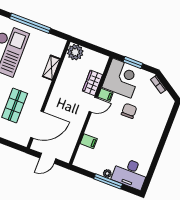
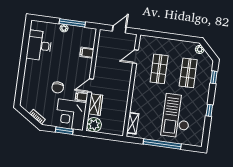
plant: (75, 52) -> (94, 125), moved
shelving: (51, 68) -> (133, 123), moved
door: (37, 125) -> (136, 57), width x0.53
desk: (130, 173) -> (39, 45), moved, turned -90
window: (108, 181) -> (72, 23), moved

